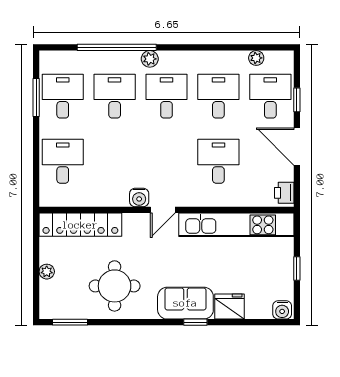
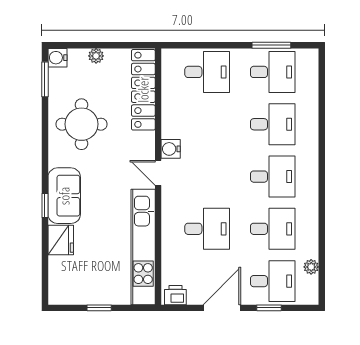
window: (117, 47) -> (322, 126), removed
plant: (150, 59) -> (310, 160), removed
water cooler: (282, 310) -> (57, 58), moved

